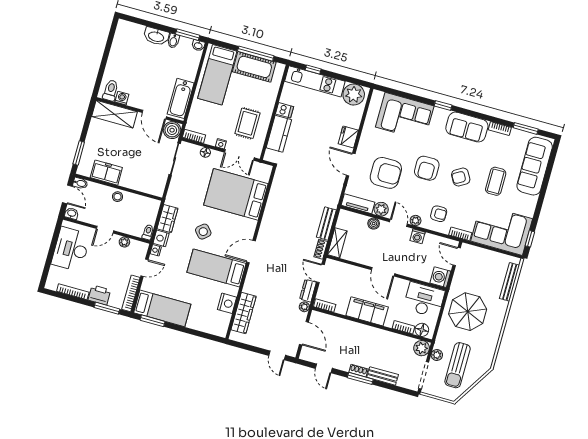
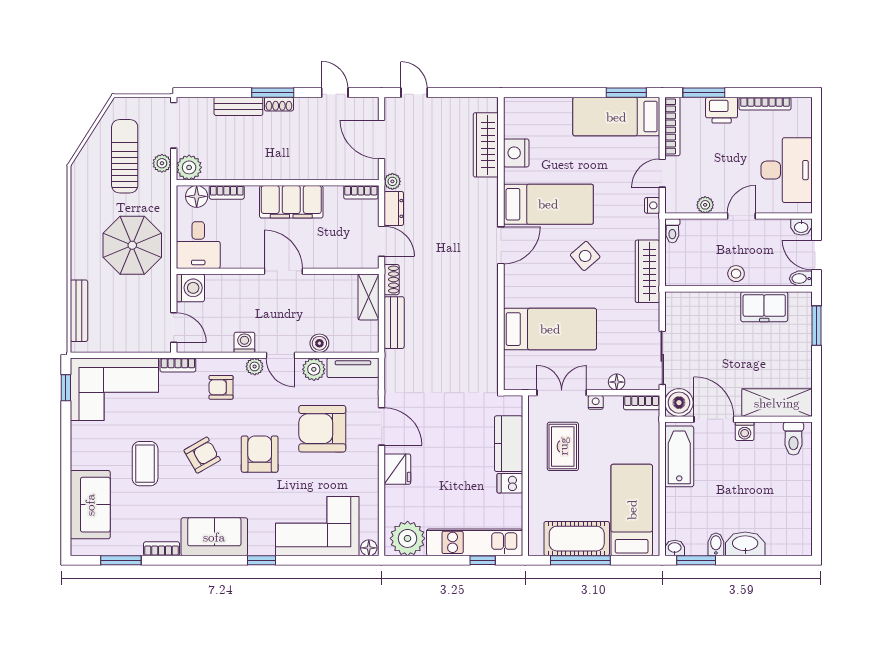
floor lamp: (378, 95) -> (369, 548), added
washing machine: (122, 98) -> (745, 431), moved
sofa: (535, 166) -> (90, 505), width x0.73
bed: (236, 194) -> (550, 329), width x0.67
wardrobe: (167, 219) -> (647, 271), width x1.50
nightstand: (161, 238) -> (649, 227), removed
desk: (424, 300) -> (198, 245), width x0.73

